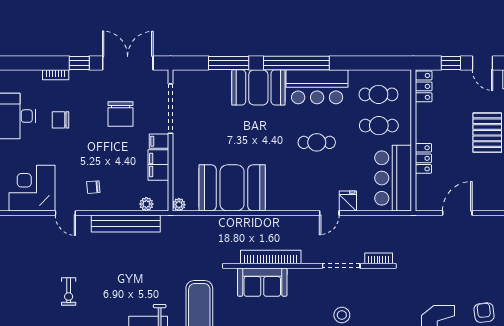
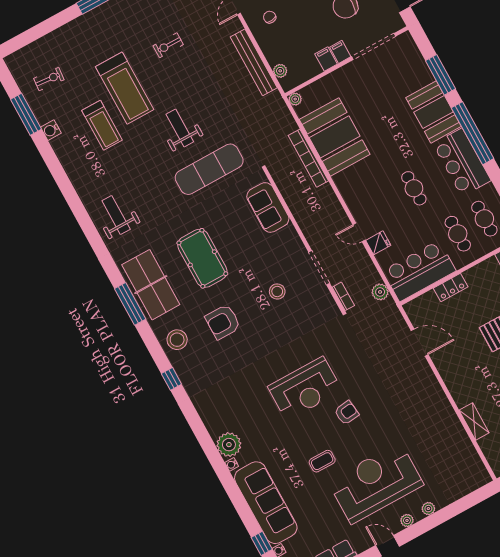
filing cabinet: (158, 165) -> (326, 59), width x0.50
plant: (393, 223) -> (380, 292), added
bookcase: (271, 257) -> (308, 158), moved, turned 180

